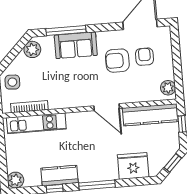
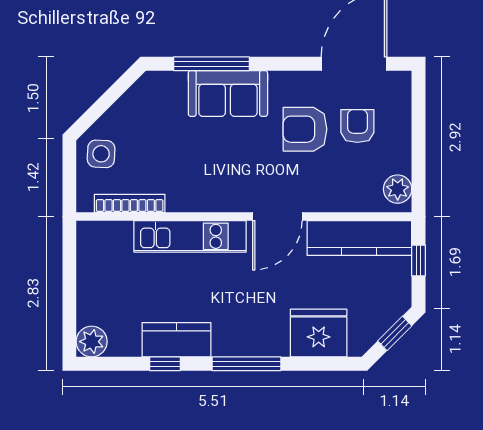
plant: (32, 49) -> (144, 95), removed
door: (107, 107) -> (277, 216), hinge flipped
kitchen unit: (36, 123) -> (190, 236), moved

